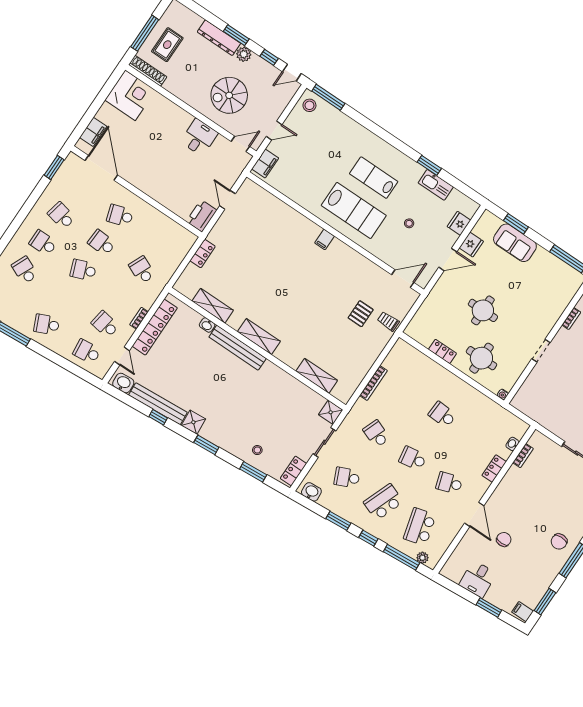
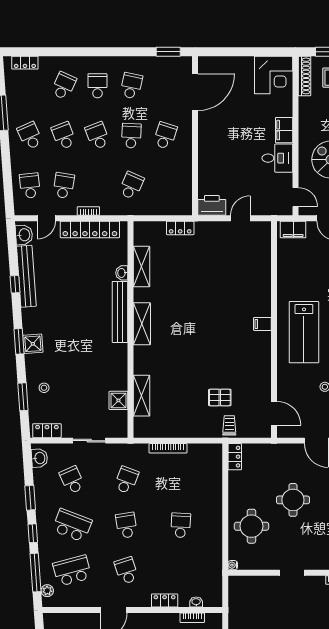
filing cabinet: (93, 132) -> (284, 130), moved, turned 90
school desk: (120, 216) -> (165, 136), turned 36
school desk: (65, 297) -> (64, 136), added
locker: (442, 351) -> (235, 457), moved
shower: (331, 412) -> (118, 400), moved
shower: (193, 422) -> (33, 344), moved

